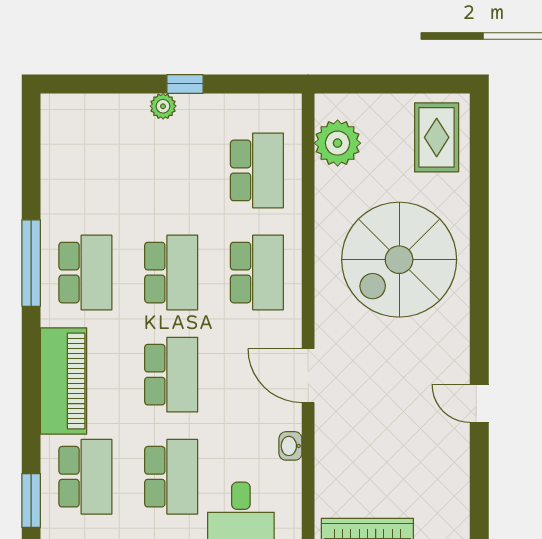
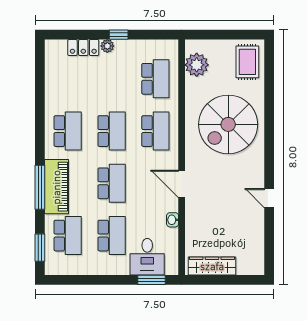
locker: (116, 109) -> (83, 47), added
window: (31, 263) -> (40, 187), moved

